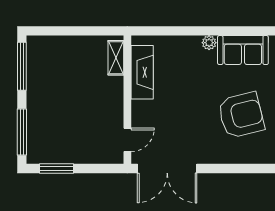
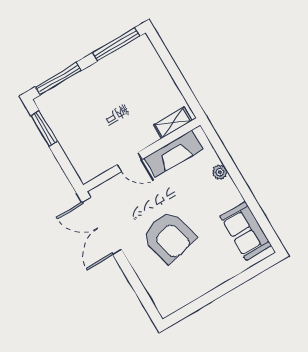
plant: (209, 43) -> (220, 172), moved
armchair: (241, 115) -> (169, 237), moved
door: (127, 140) -> (130, 162), moved

